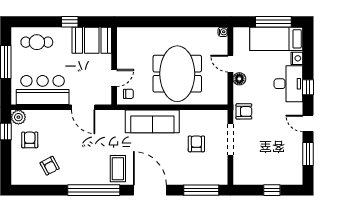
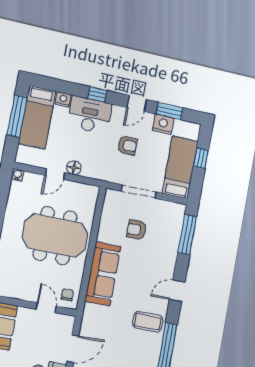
armchair: (244, 111) -> (127, 145), moved, turned 90
nightstand: (295, 150) -> (163, 124), added
bed: (260, 173) -> (180, 167), added
door: (150, 190) -> (177, 291), width x0.53

